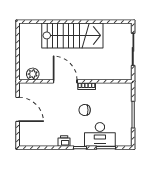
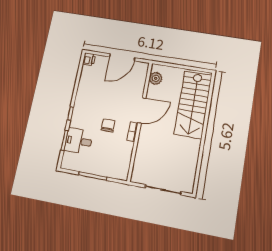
stairs: (72, 35) -> (193, 104), moved
desk: (100, 134) -> (79, 141), width x0.73
printer: (64, 141) -> (89, 59), moved

